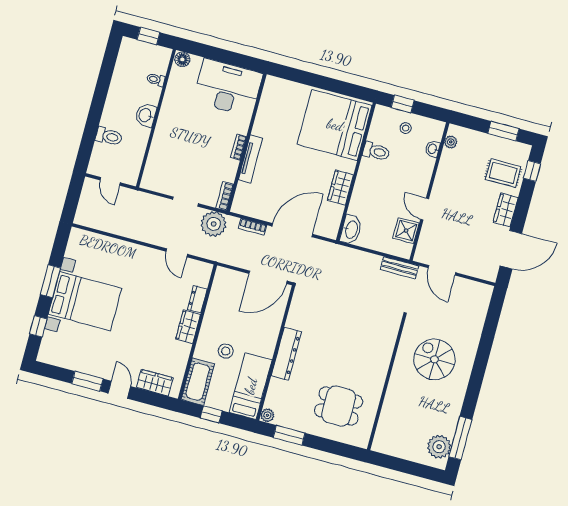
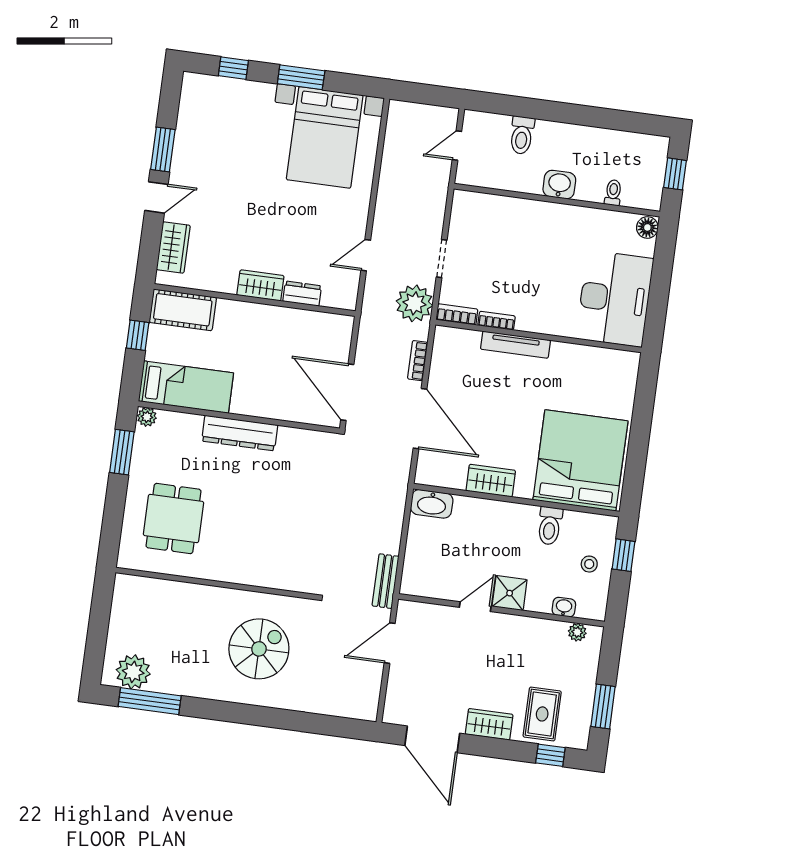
bookcase: (239, 147) -> (496, 321), moved
shower: (406, 231) -> (510, 593), moved
bed with nightstands: (85, 301) -> (325, 137), moved
stool: (226, 351) -> (232, 345), removed

